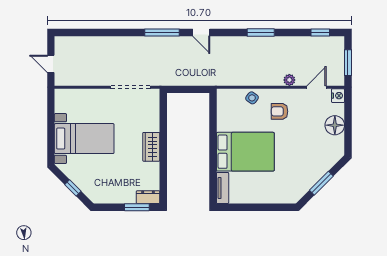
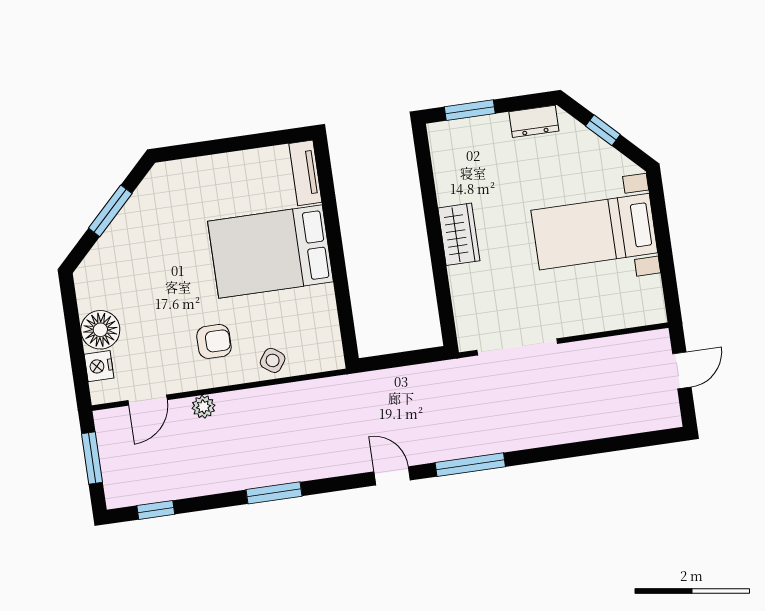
door: (51, 64) -> (682, 370), hinge flipped
nightstand: (338, 96) -> (99, 366), moved
dresser: (148, 197) -> (534, 121), moved

